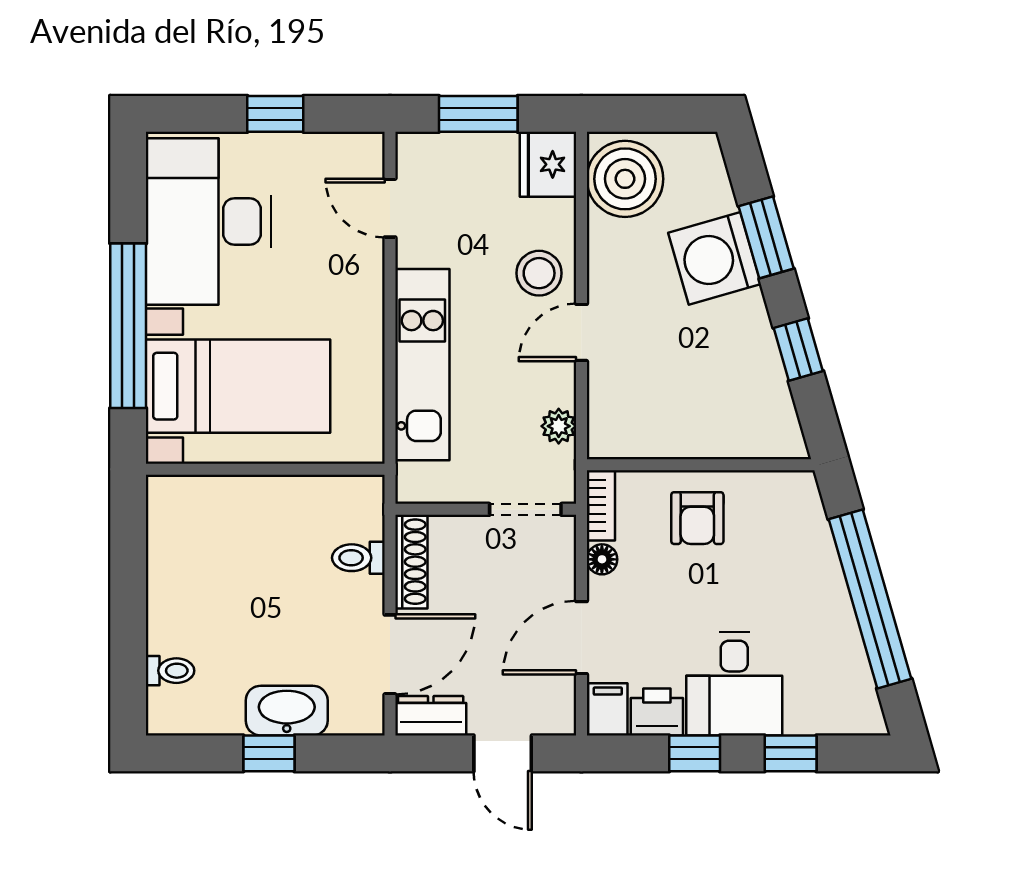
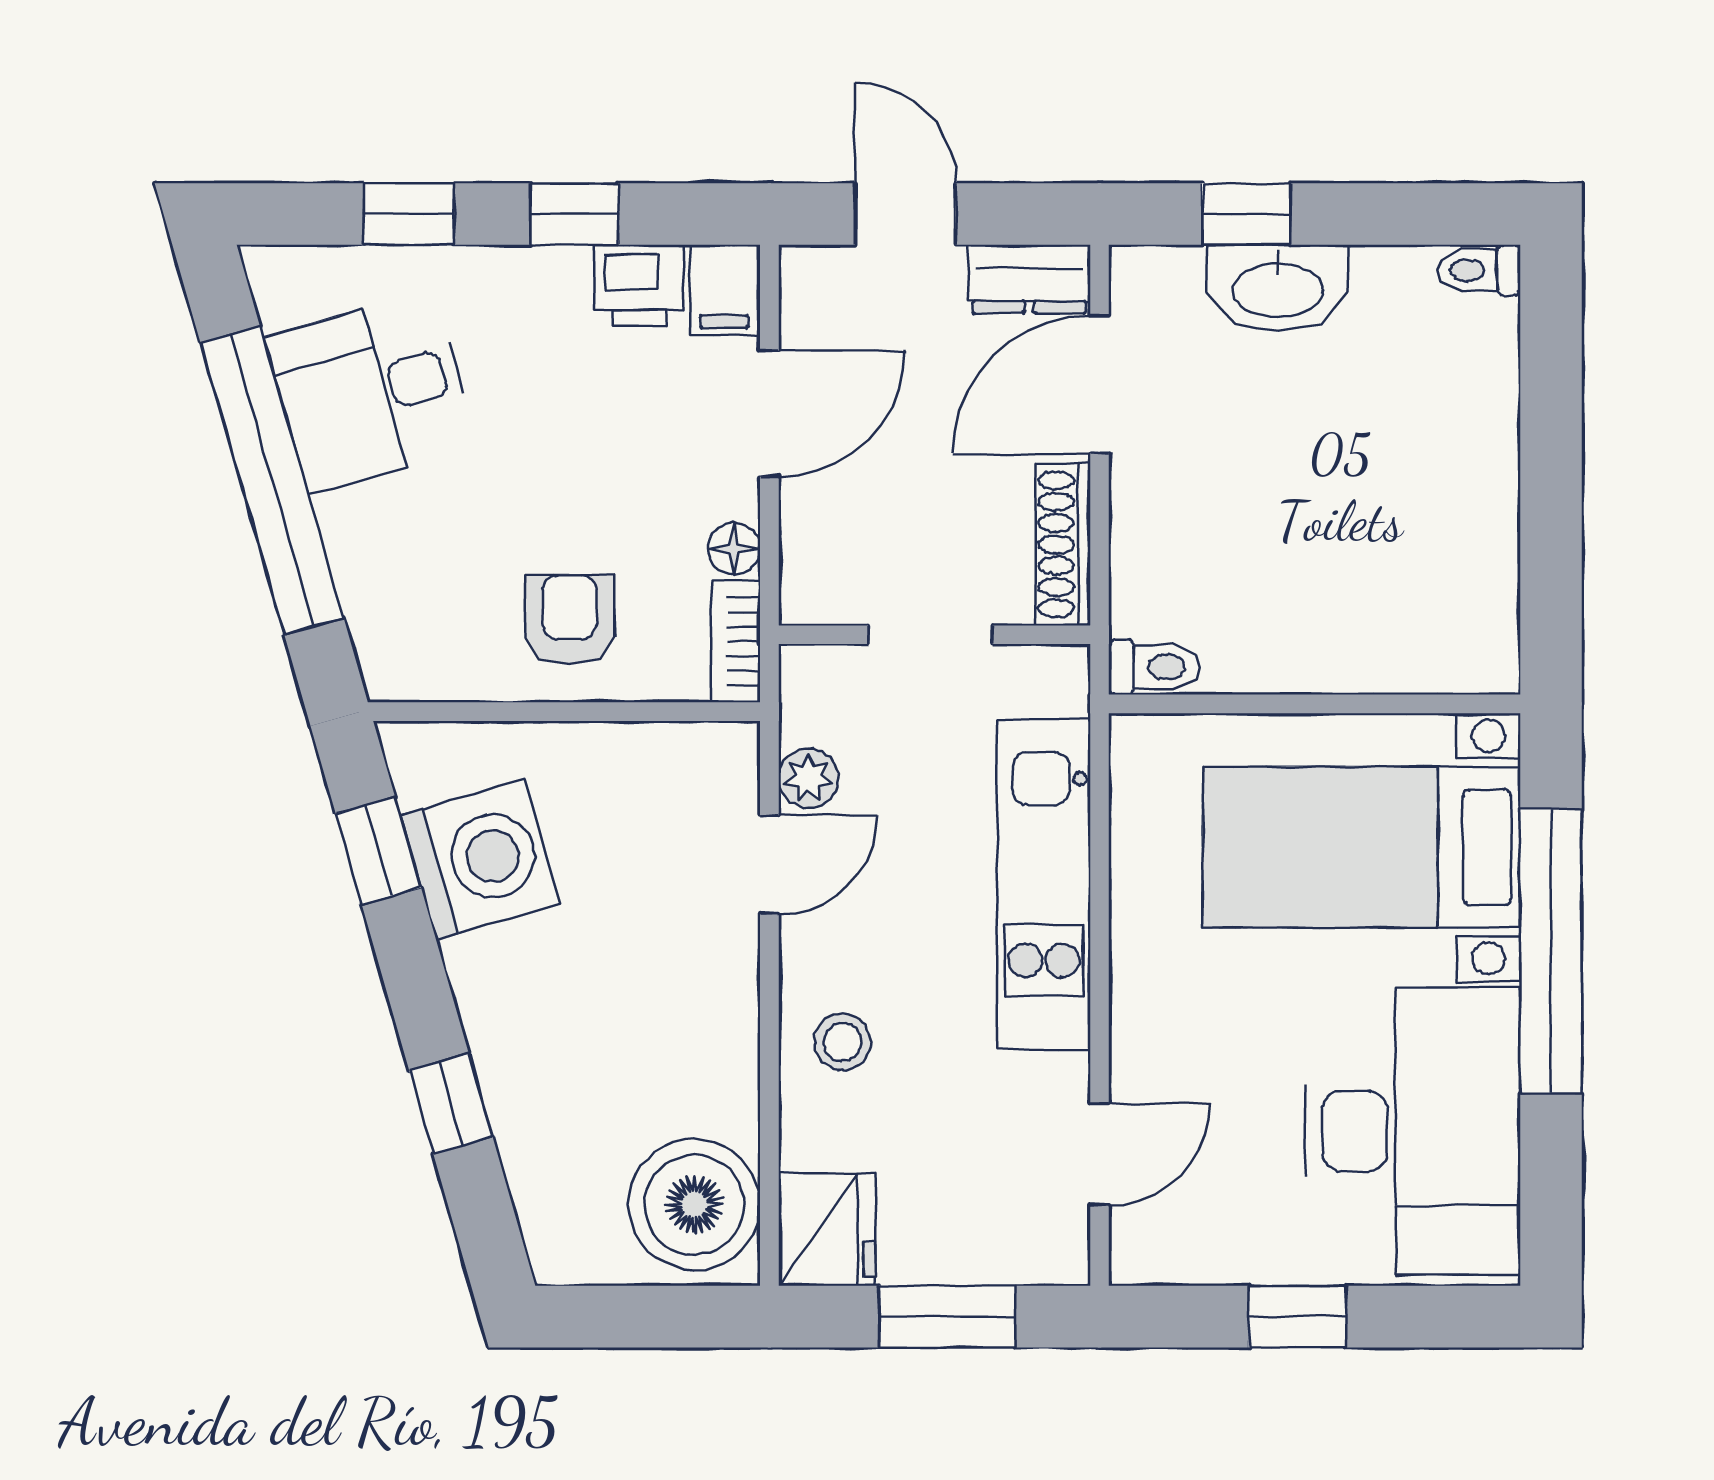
door: (390, 208) -> (1100, 1154), hinge flipped
window: (766, 237) -> (451, 1104), width x0.67
washing machine: (715, 258) -> (480, 860), moved
stool: (539, 273) -> (843, 1042), width x0.73, depth x0.73
door: (581, 332) -> (769, 865), moved
window: (798, 350) -> (378, 851), moved
doorway: (525, 509) -> (930, 635), moved
toilet: (358, 558) -> (1154, 667), moved
toilet: (170, 671) -> (1479, 270), moved
desk: (734, 684) -> (371, 392), moved, turned -106
window: (269, 753) -> (1246, 214), moved

